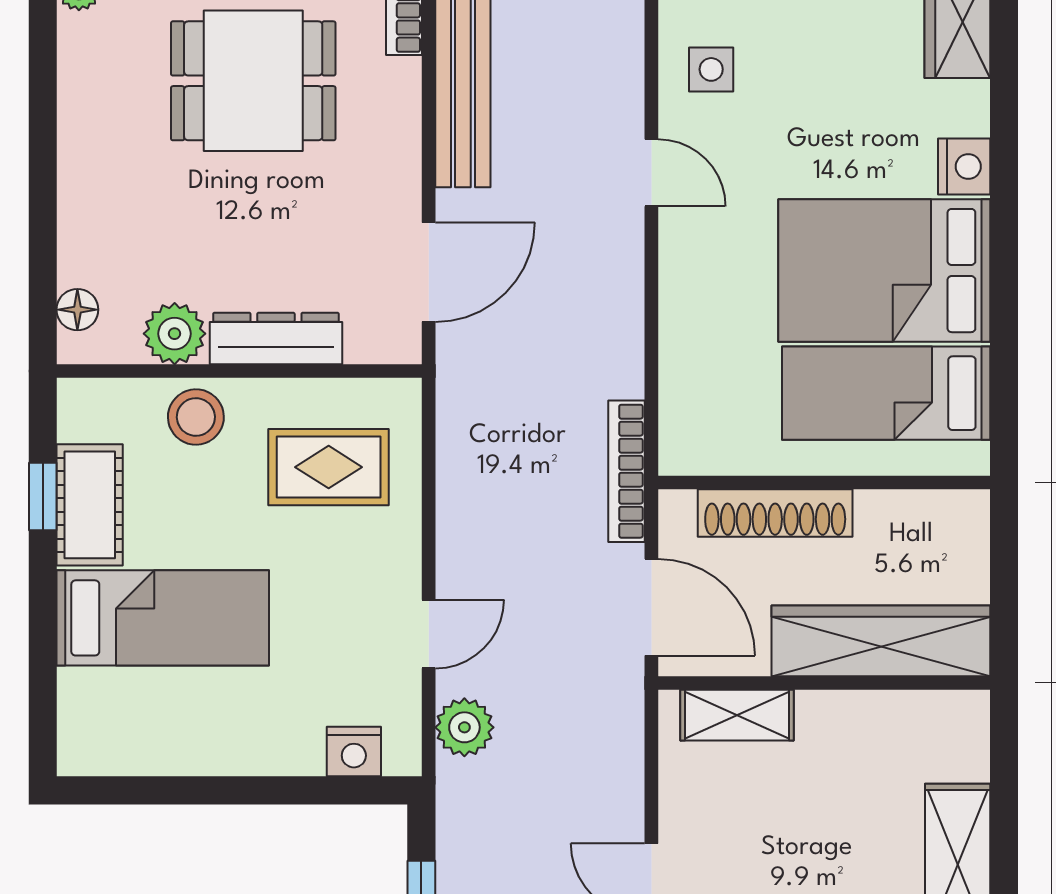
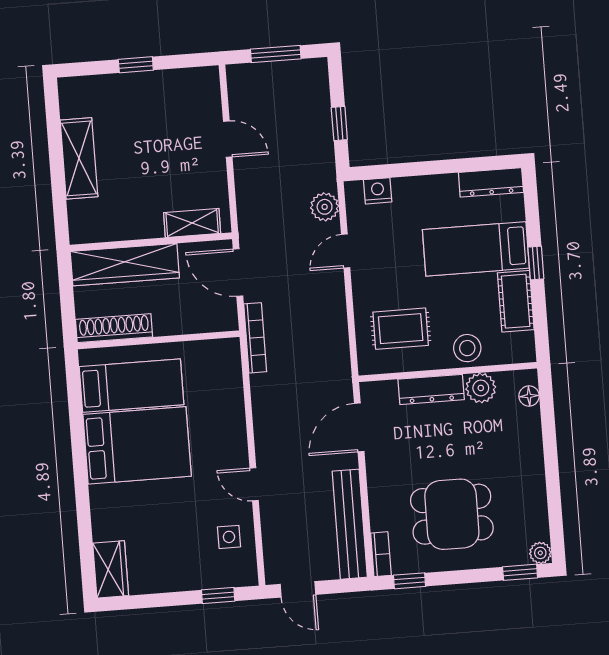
nightstand: (964, 167) -> (102, 499), removed
window: (43, 496) -> (536, 263), moved
shoe rack: (775, 513) -> (114, 328), moved
dresser: (122, 751) -> (491, 182), added

